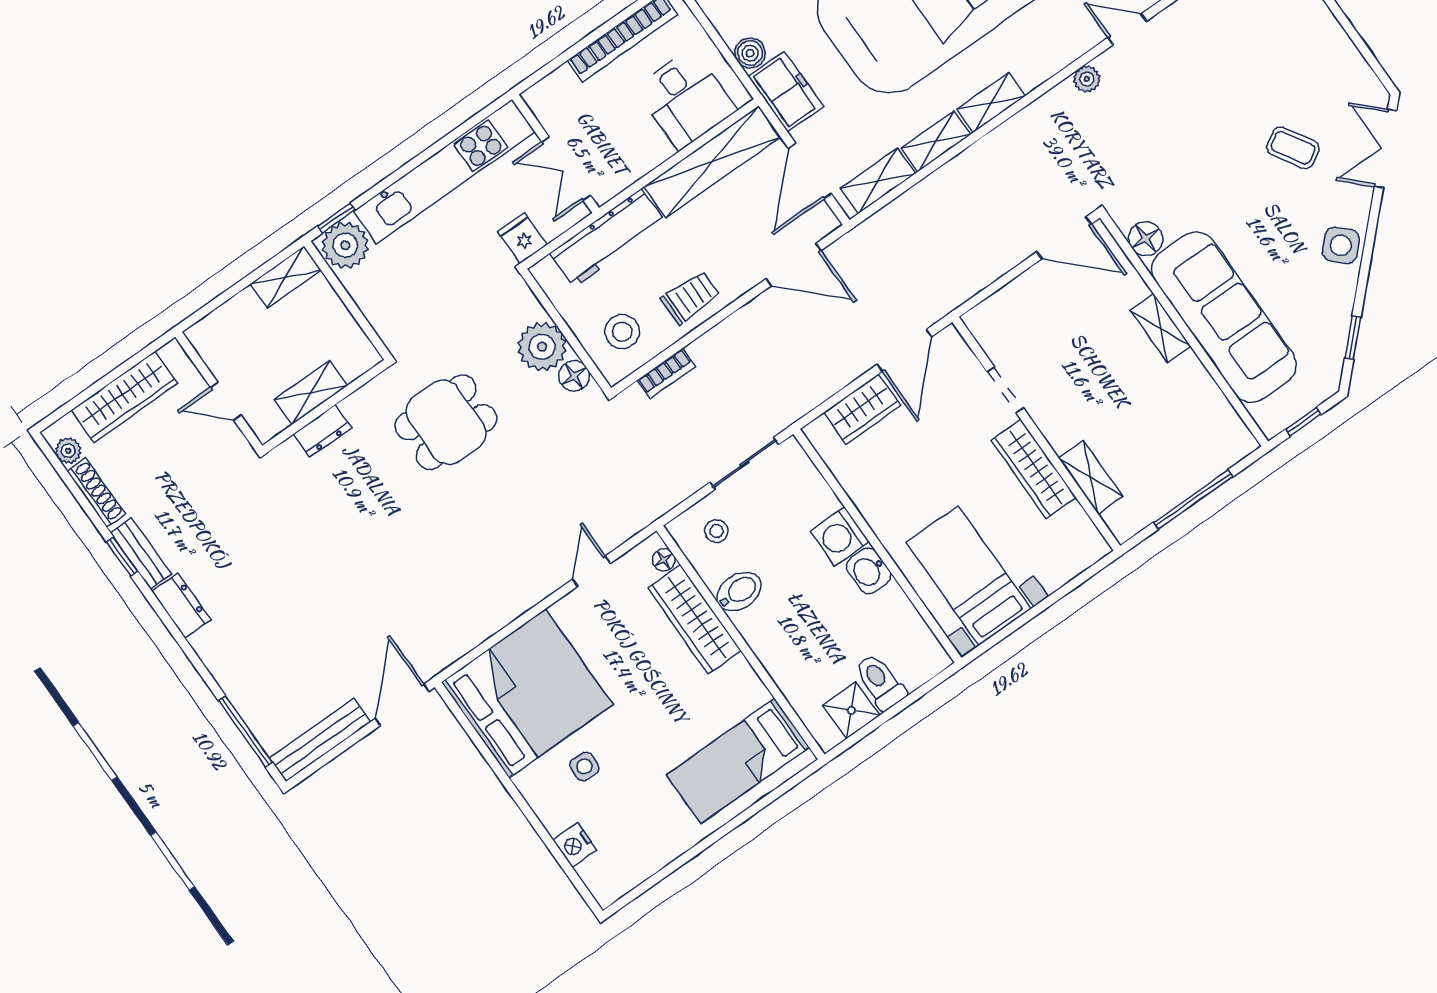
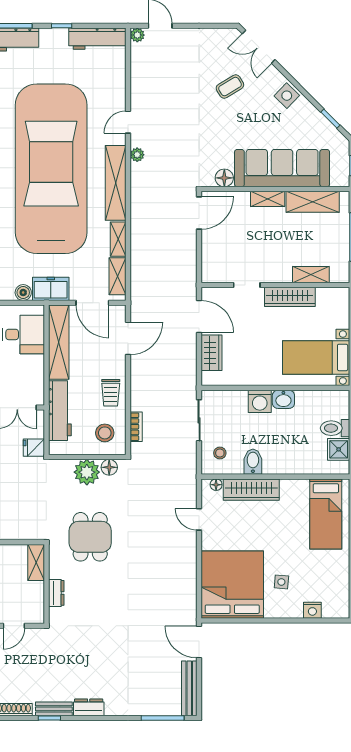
shelving: (991, 103) -> (116, 183), width x2.20, depth x1.33
trolley: (691, 297) -> (111, 393), turned 180
shelving: (311, 393) -> (36, 563), moved
shelving: (1205, 401) -> (313, 202), added

